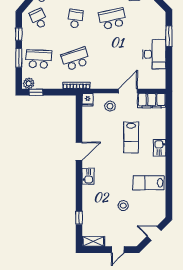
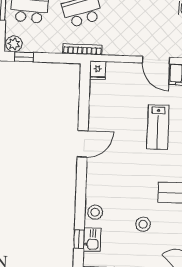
door: (128, 91) -> (156, 60), swing flipped
stool: (110, 106) -> (95, 212), moved
kitchen sink: (88, 176) -> (92, 240), moved

